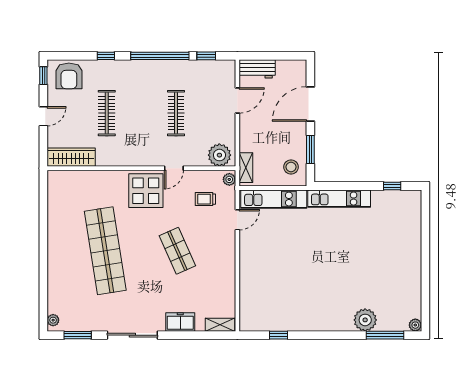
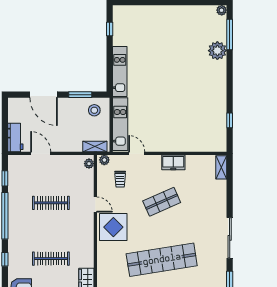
plant: (219, 155) -> (89, 164), width x0.53, depth x0.53
freezer: (180, 322) -> (173, 162), moved, turned -90

